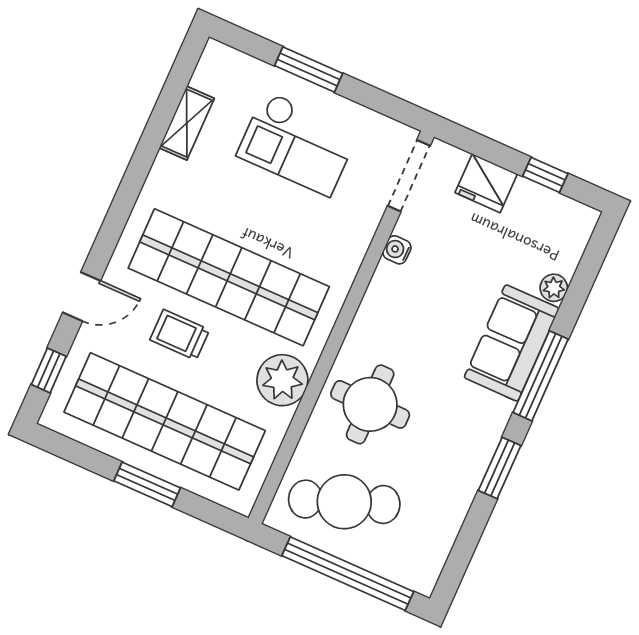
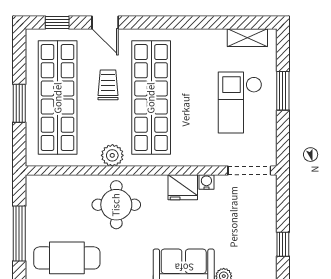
shelving: (187, 123) -> (247, 38), moved
fridge: (486, 183) -> (183, 187), moved, turned -90
plant: (282, 380) -> (112, 155), width x0.73, depth x0.73
cafe table: (344, 502) -> (67, 258), moved, turned -70
window: (348, 574) -> (19, 233), width x0.68

